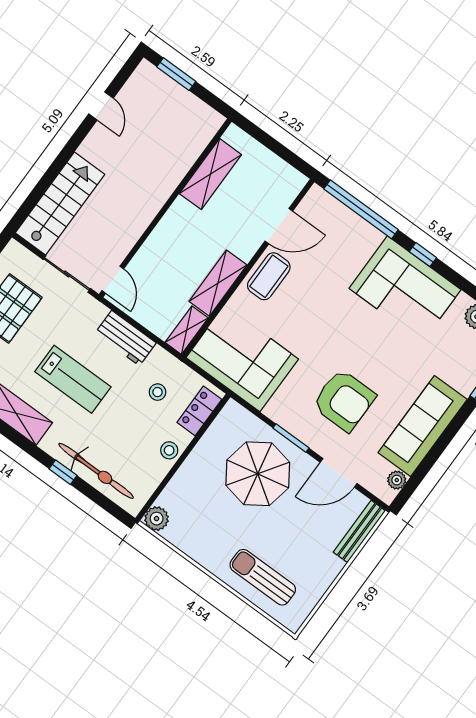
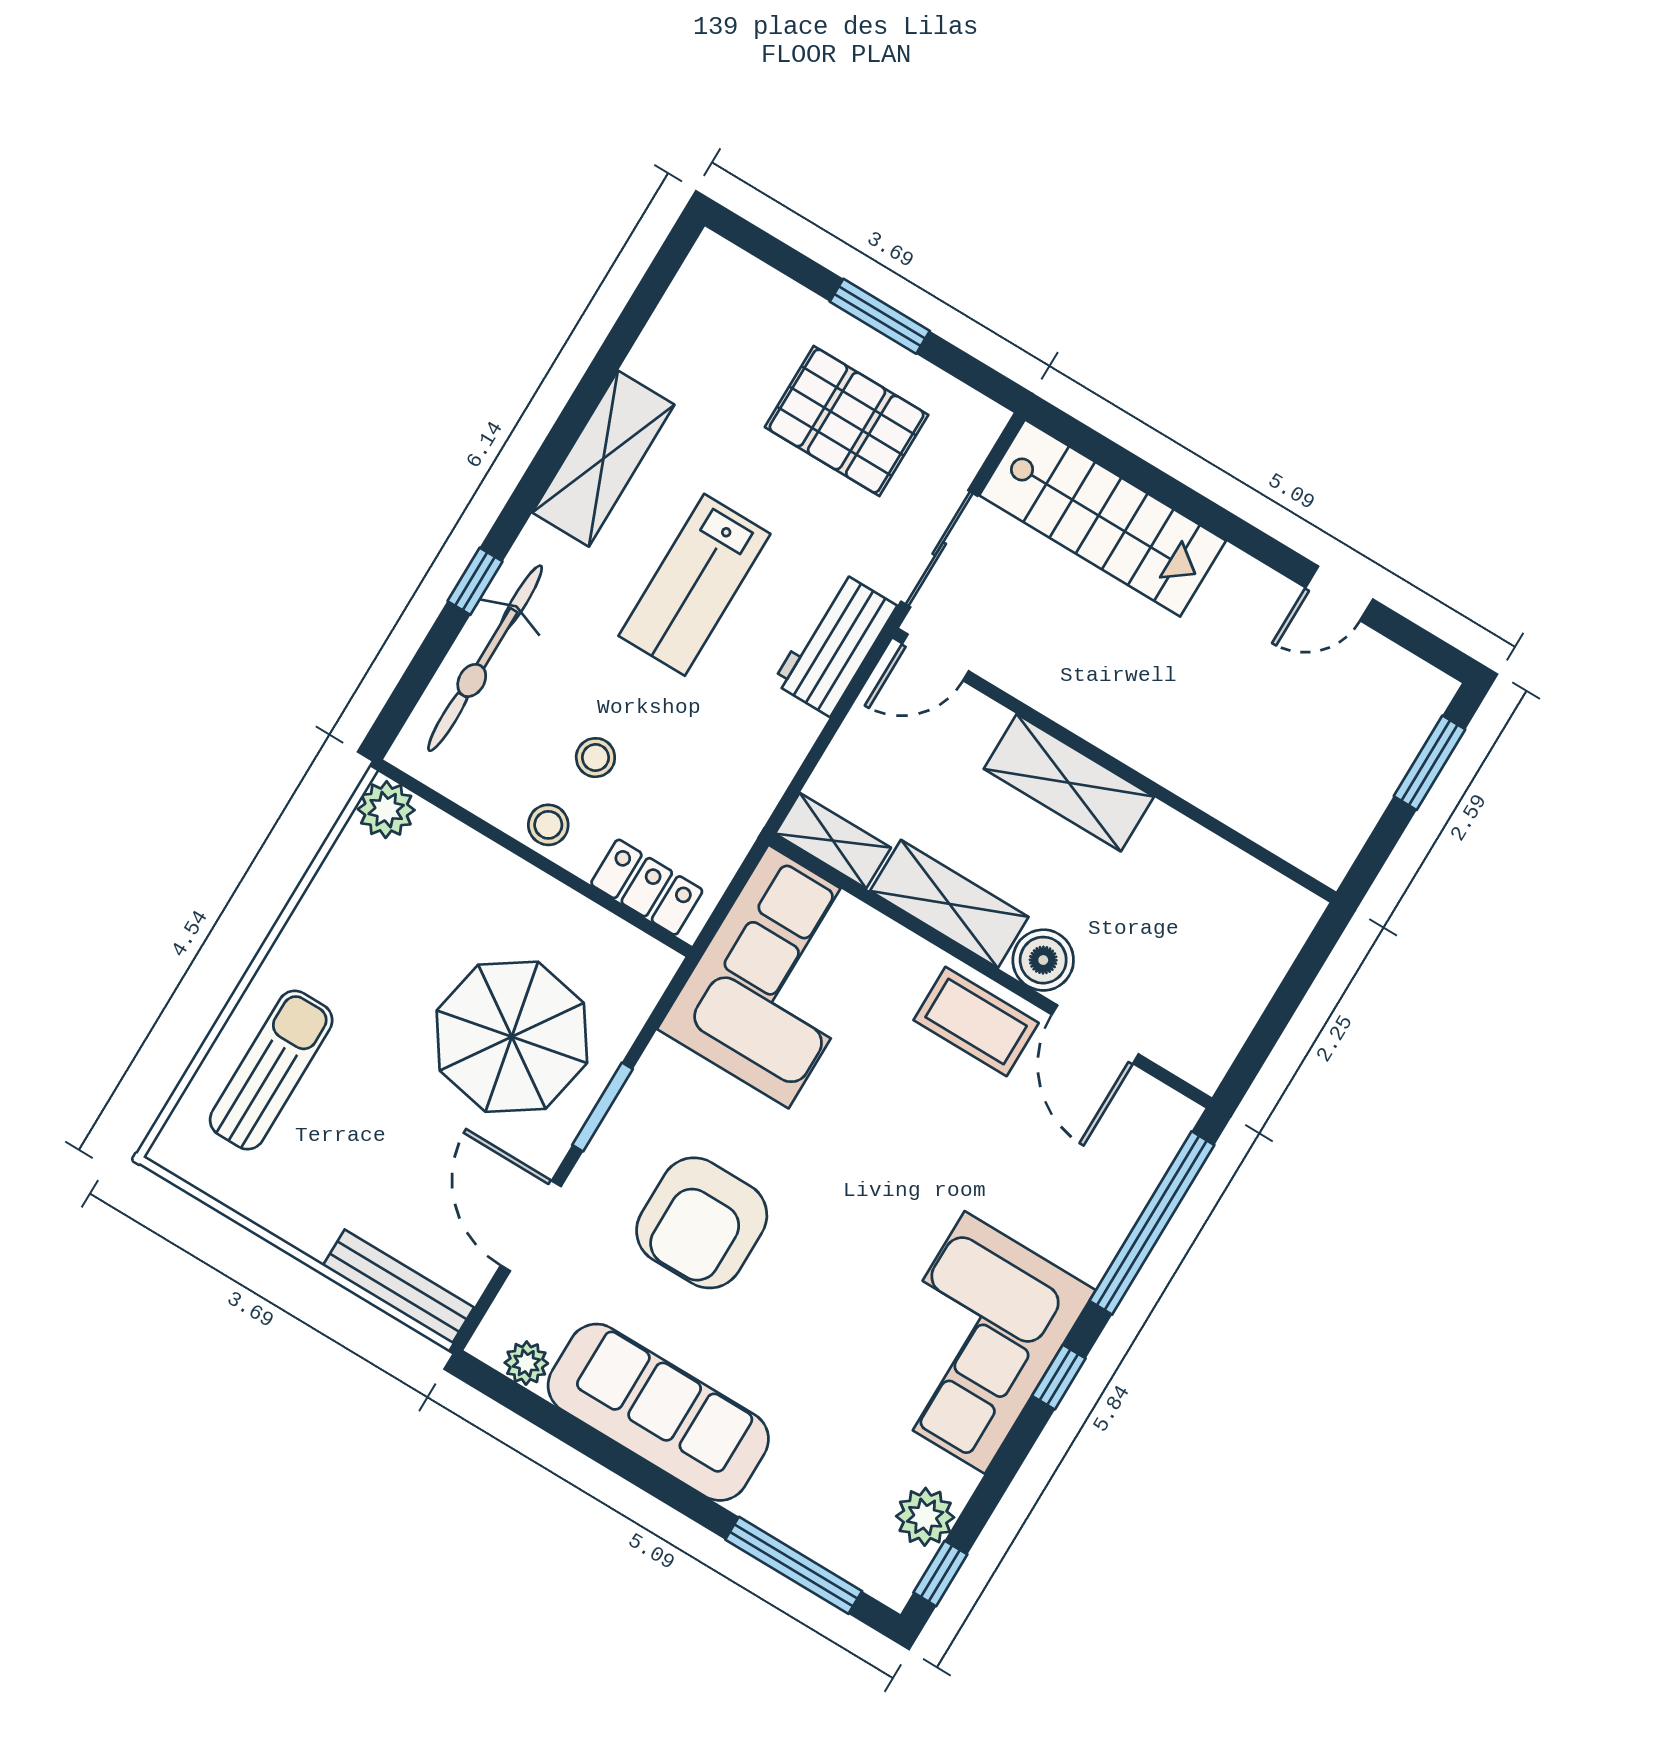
shelving: (210, 174) -> (1069, 783), moved
boiler: (245, 245) -> (1043, 960), added
workbench: (125, 338) -> (835, 644), moved
stool: (158, 392) -> (595, 758), moved

